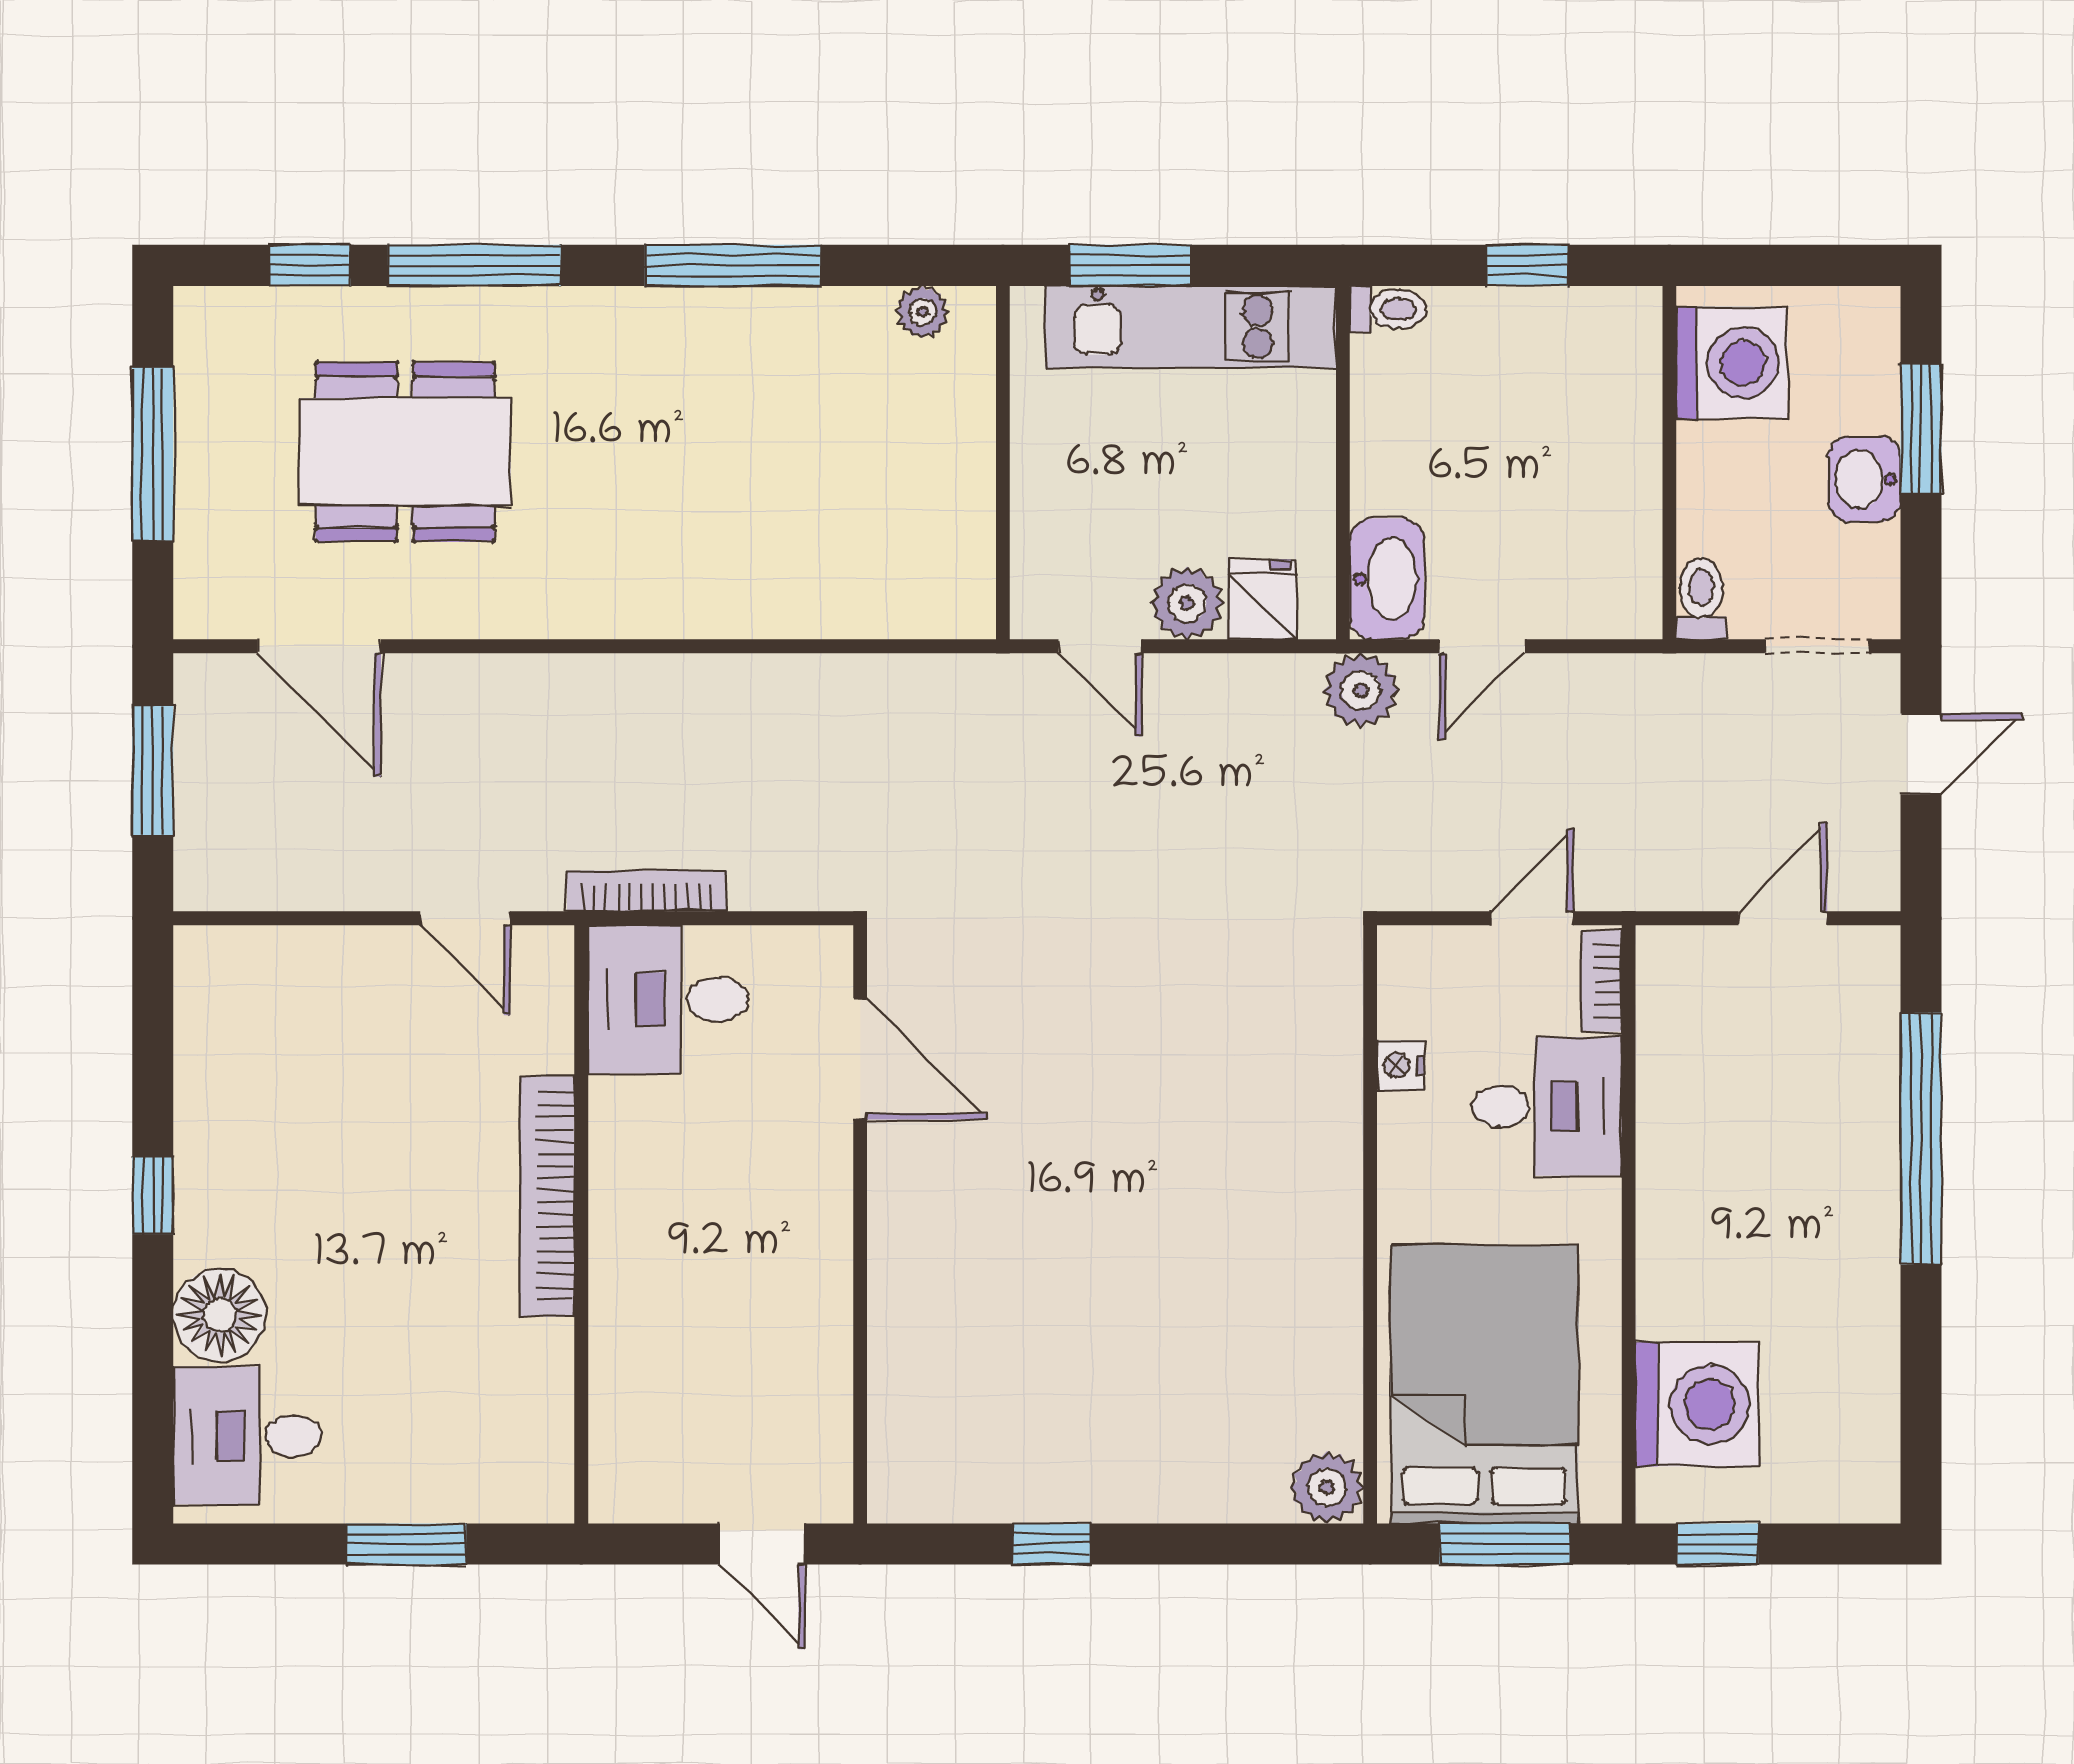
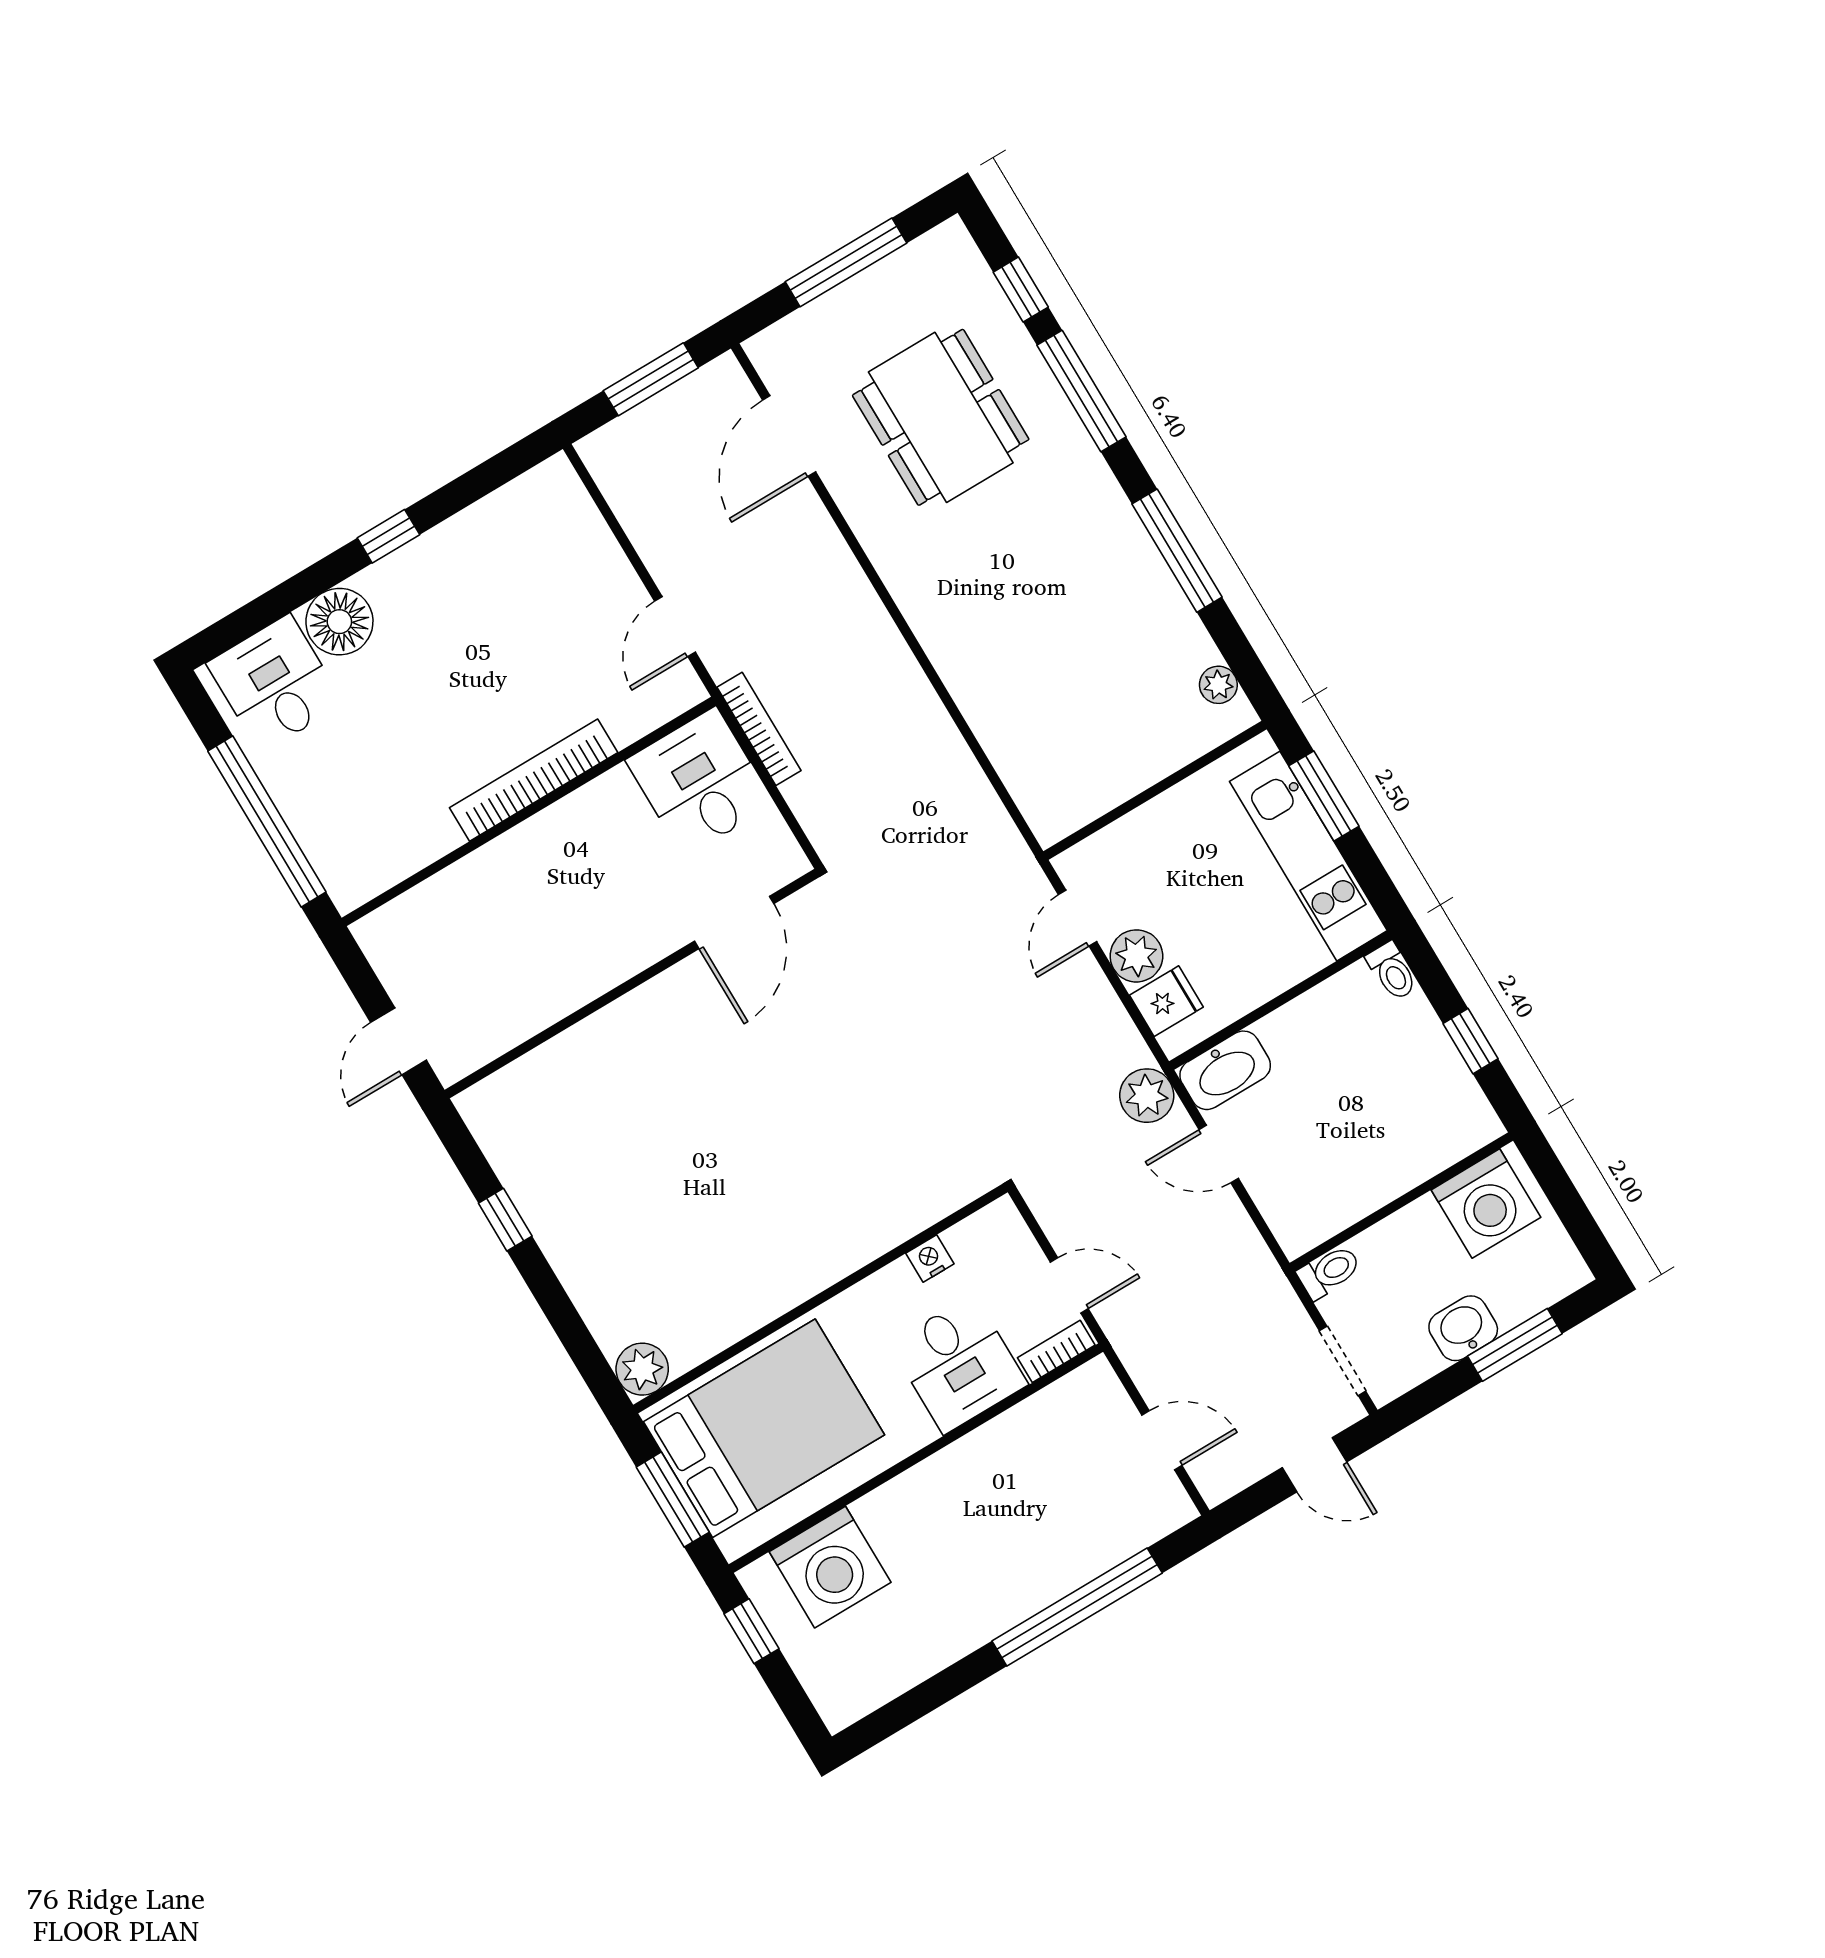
window: (406, 1544) -> (267, 822), width x2.11

